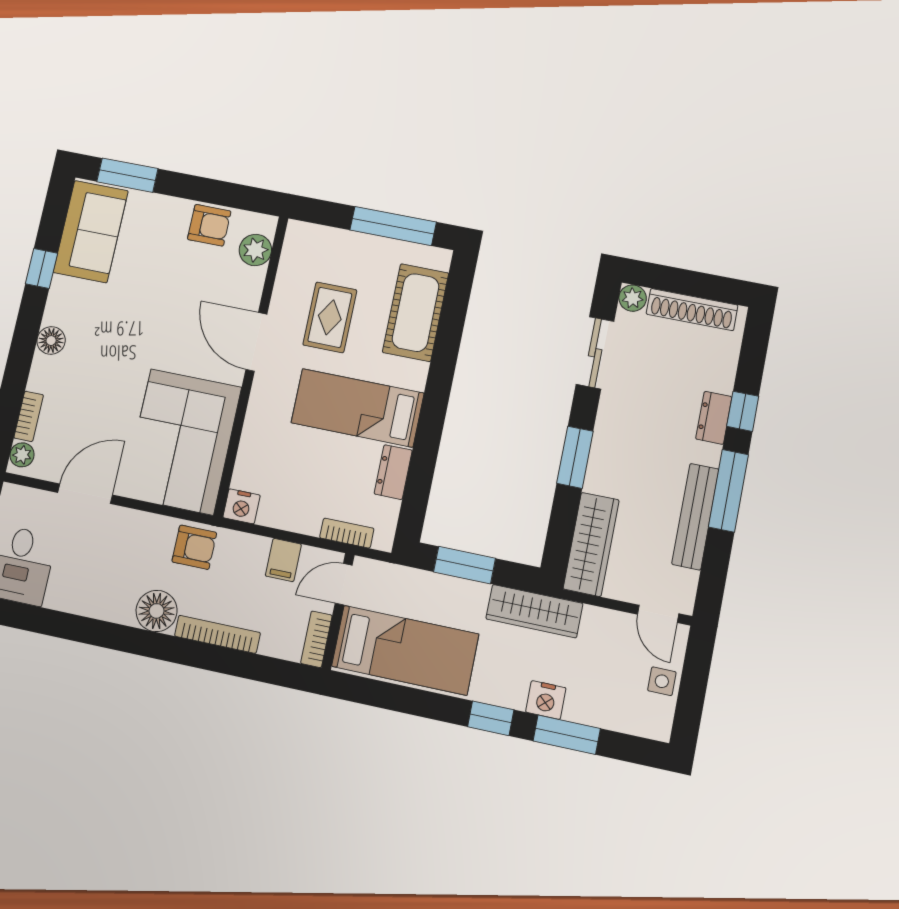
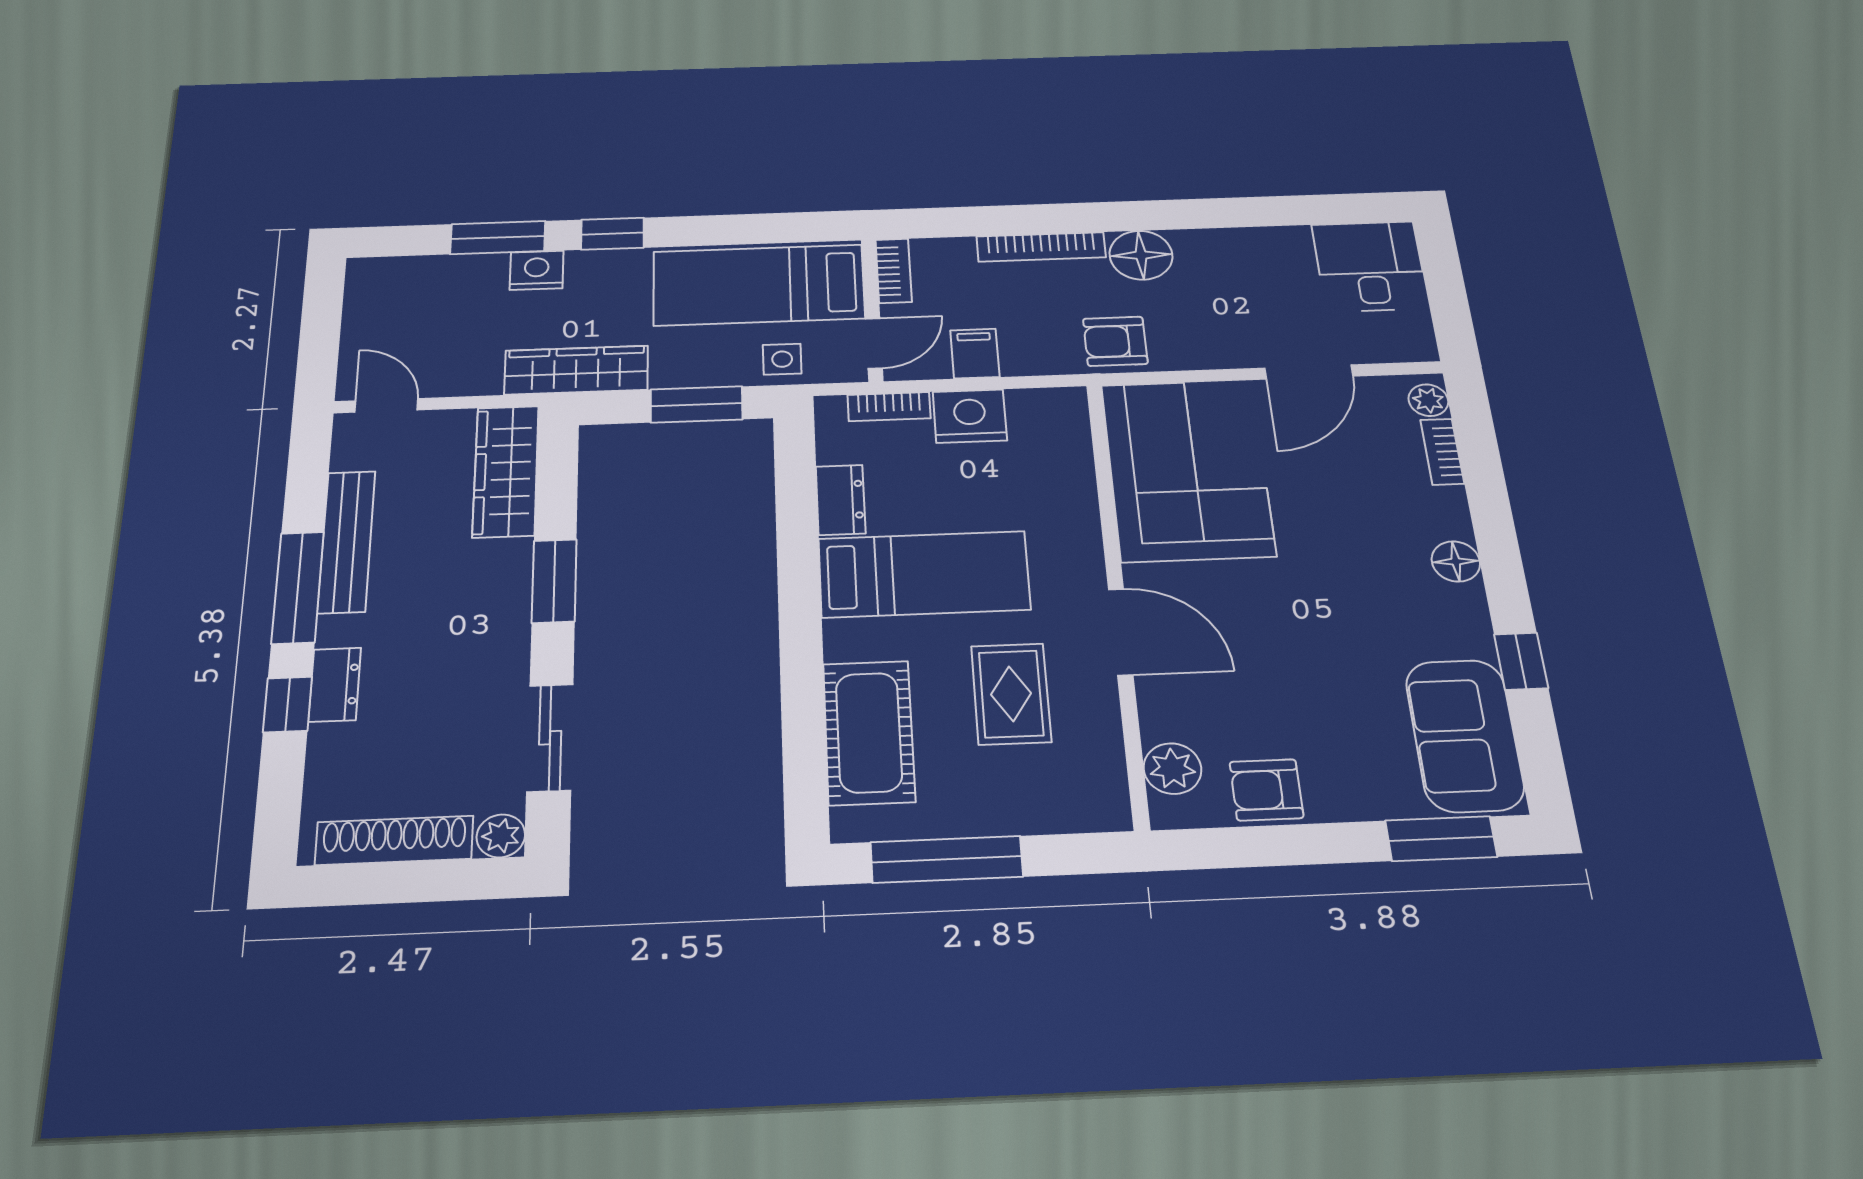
nightstand: (242, 506) -> (970, 416), moved, width x1.36, depth x1.33
side table: (662, 681) -> (782, 359), moved

